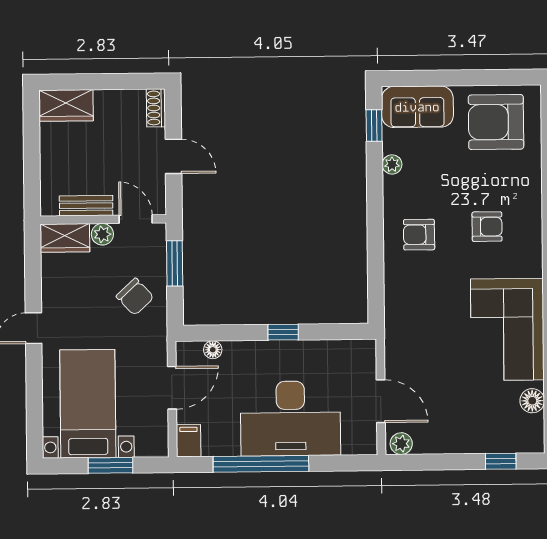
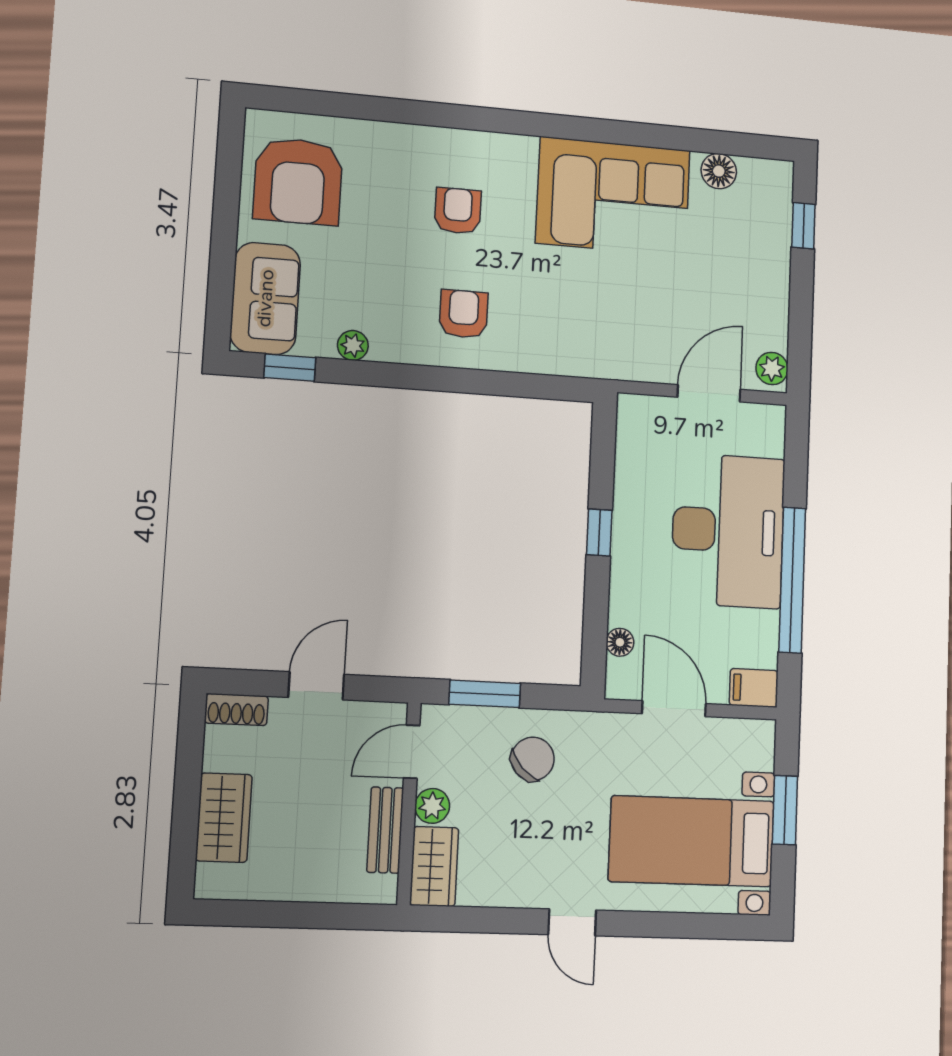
wardrobe: (66, 105) -> (224, 818), moved
armchair: (419, 235) -> (464, 314), turned 180

